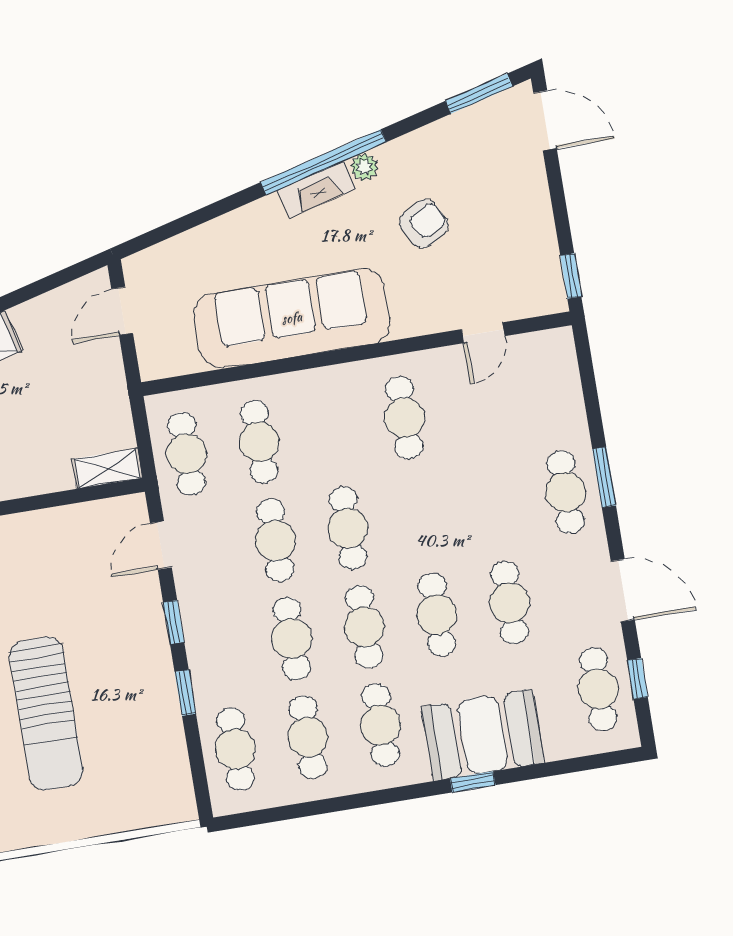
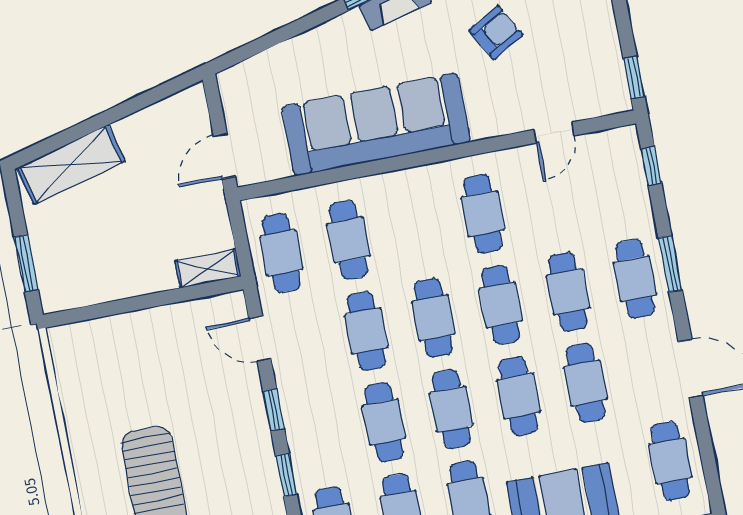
door: (122, 311) -> (224, 156), moved
cafe table: (493, 504) -> (568, 292), added
cafe table: (421, 516) -> (501, 305), added
door: (161, 545) -> (260, 339), hinge flipped
window: (637, 679) -> (651, 166), moved

